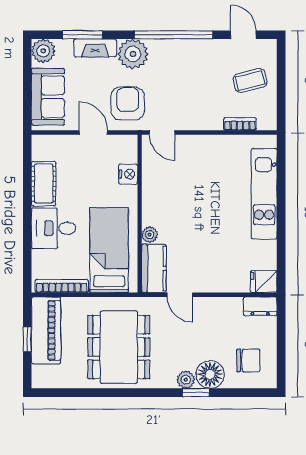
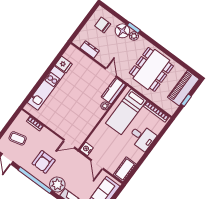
armchair: (128, 103) -> (44, 162), moved
door: (162, 133) -> (69, 144), swing flipped
nightstand: (128, 174) -> (87, 149), moved
cot: (44, 184) -> (125, 169), moved
fridge: (264, 282) -> (64, 64), moved
dresser: (260, 306) -> (90, 49), moved
piano: (46, 330) -> (183, 88), moved

